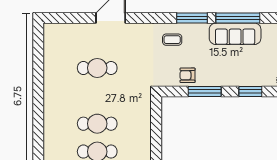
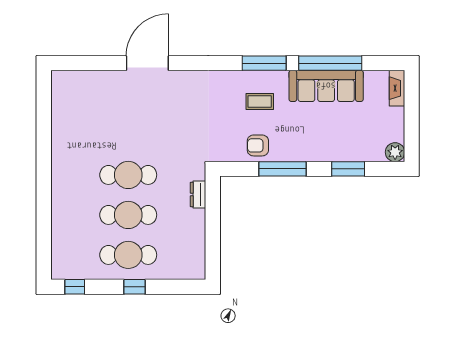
coffee table: (172, 40) -> (260, 102), moved
cafe table: (97, 68) -> (128, 175), moved
dresser: (146, 109) -> (198, 194), added

